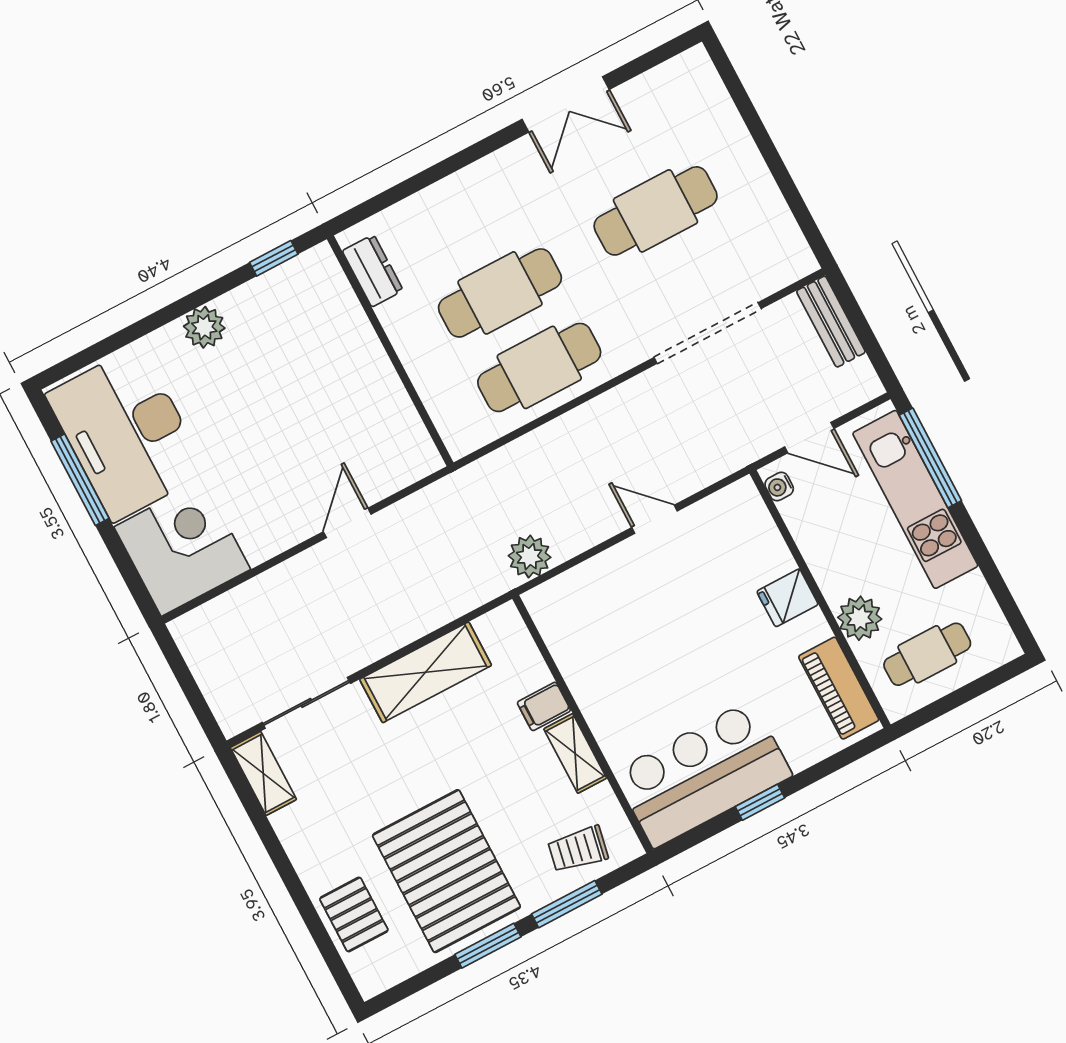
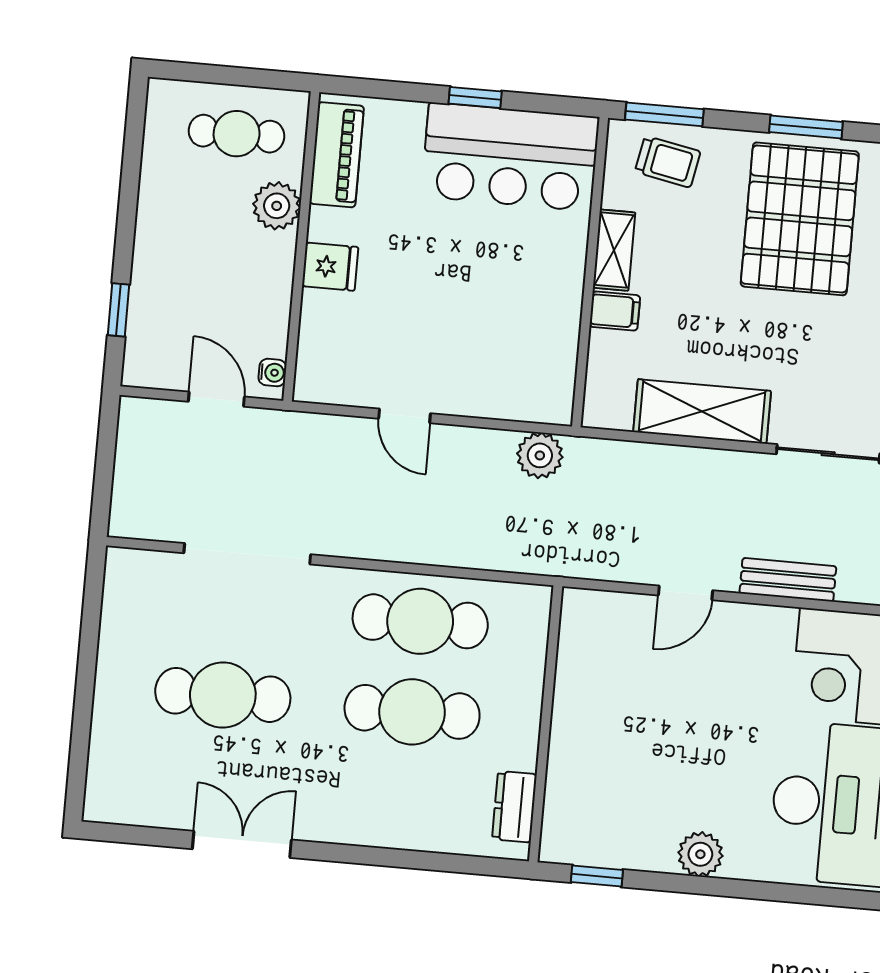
bench: (831, 322) -> (788, 580), moved, turned 90
window: (930, 458) -> (118, 310), width x0.46
kitchen unit: (915, 499) -> (156, 281), removed
window: (567, 904) -> (664, 114), moved

